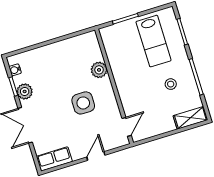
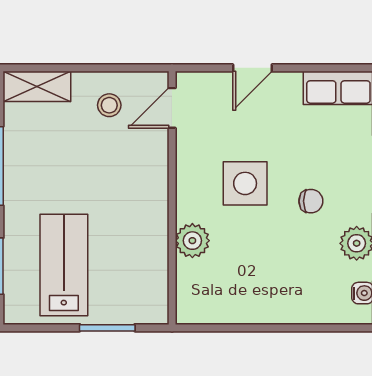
stool: (171, 84) -> (109, 105), moved
chair: (51, 104) -> (311, 201), added

